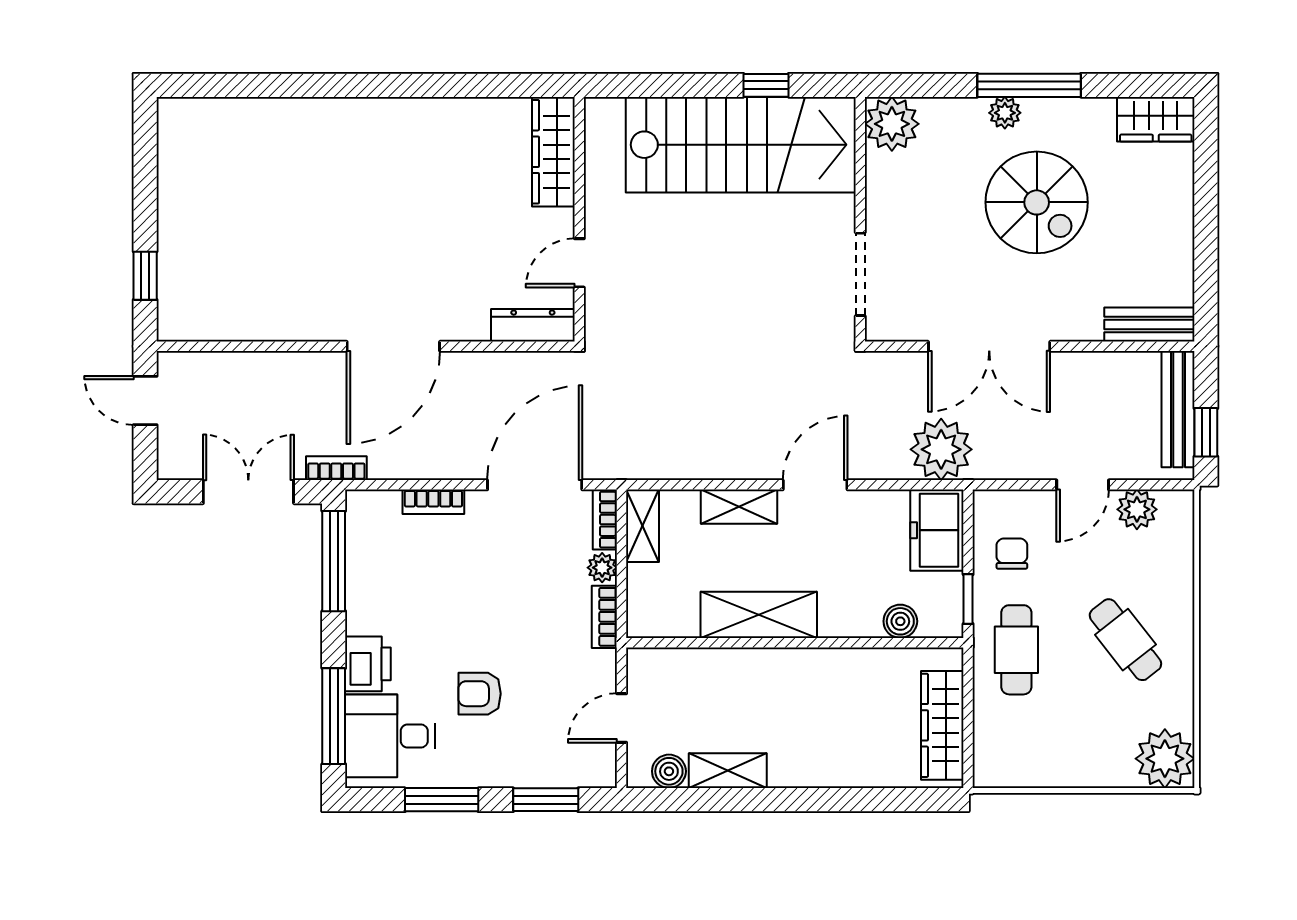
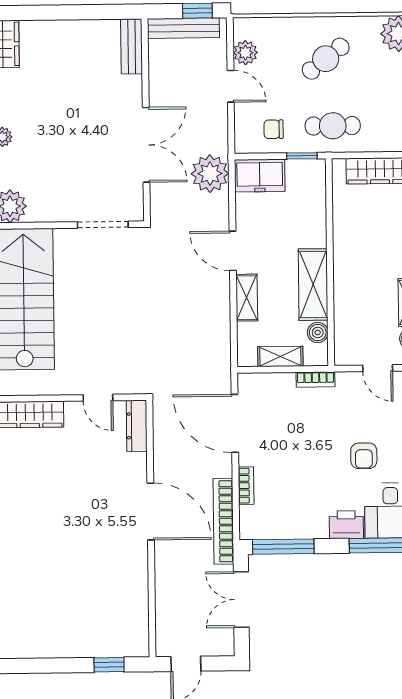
spiral stairs: (1037, 202) -> (57, 117), removed
bookcase: (336, 468) -> (223, 521), width x2.31, depth x1.31
bookcase: (605, 520) -> (256, 380), removed
shelving: (643, 526) -> (280, 356), moved
plant: (602, 568) -> (285, 381), removed
boiler: (900, 621) -> (318, 332), moved

